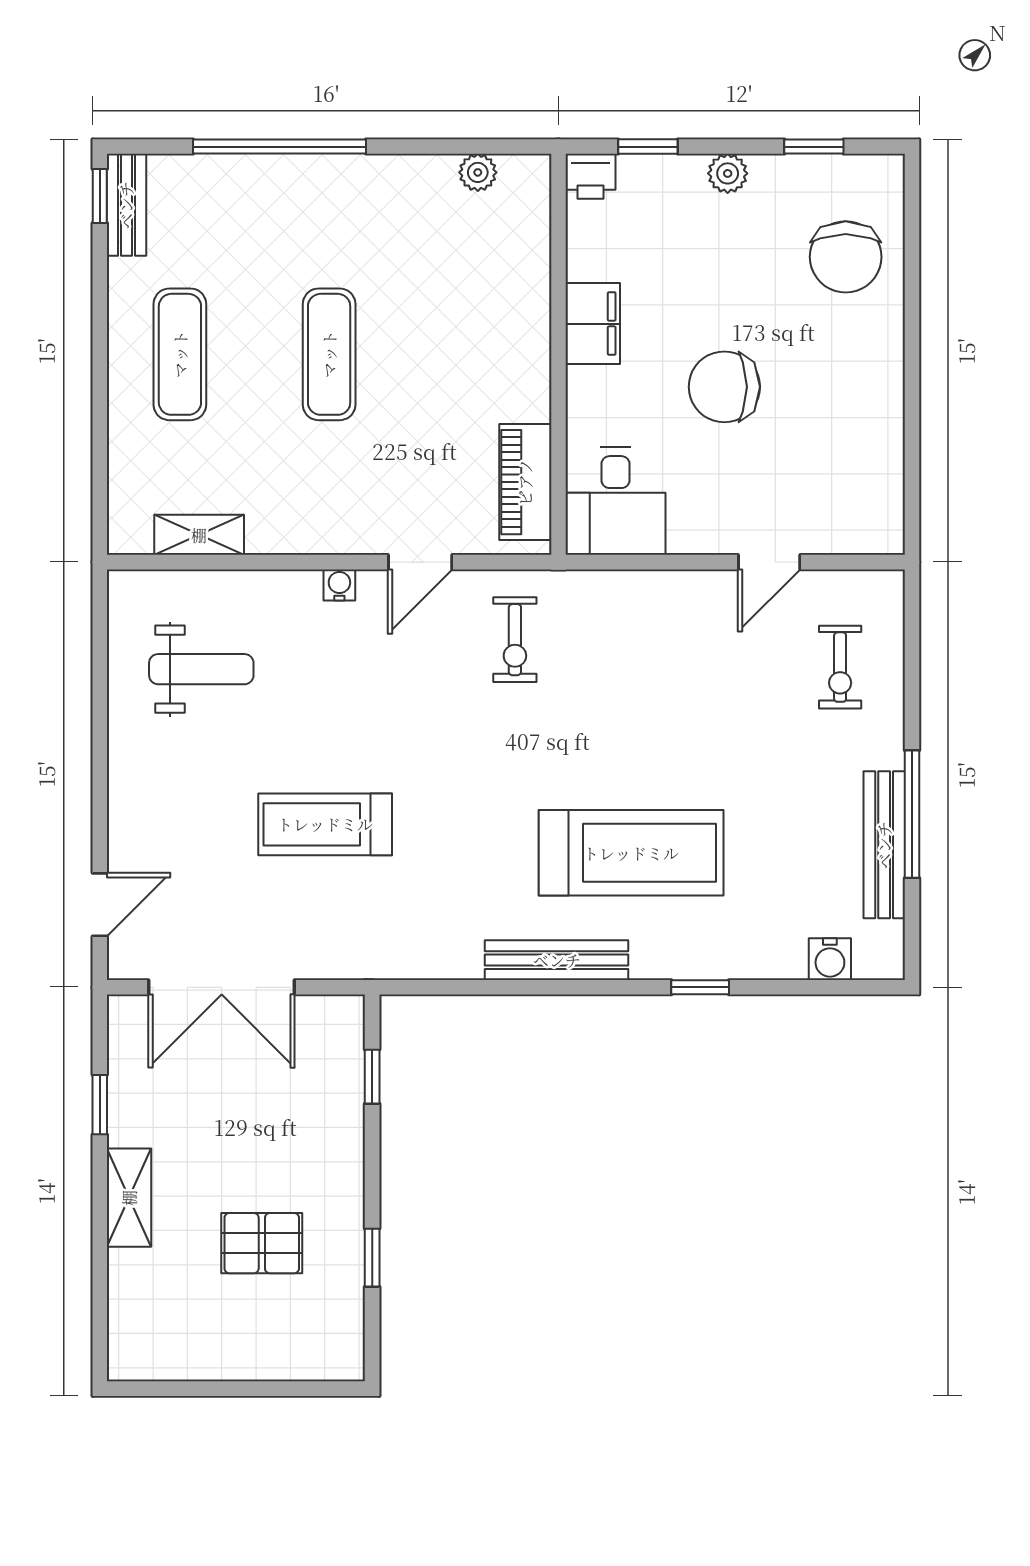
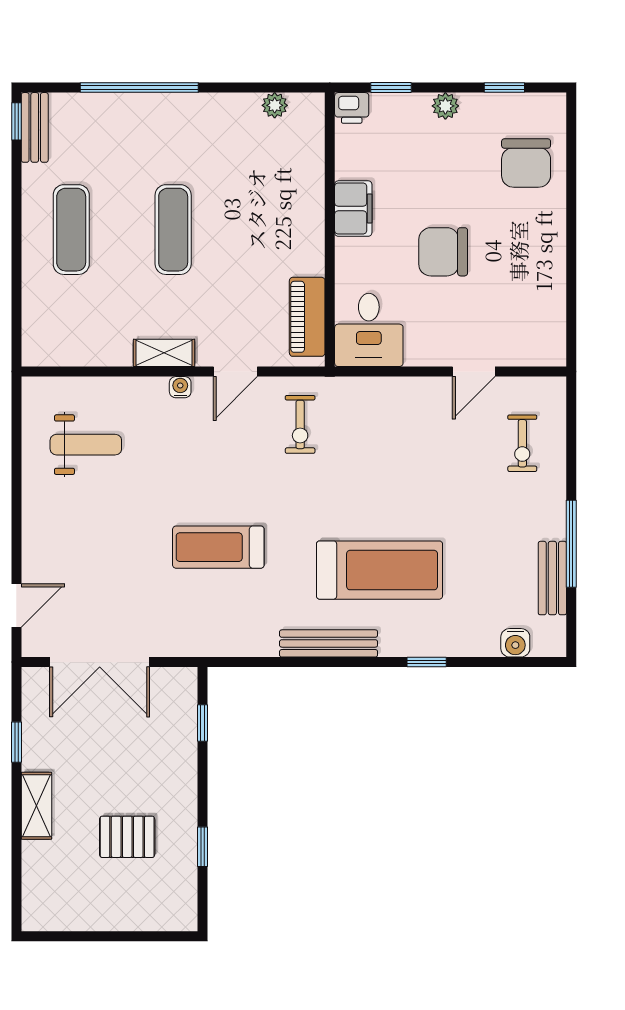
shelving: (199, 535) -> (164, 353), moved
treadmill: (325, 824) -> (218, 547), moved
bench: (884, 845) -> (552, 578), width x0.73

